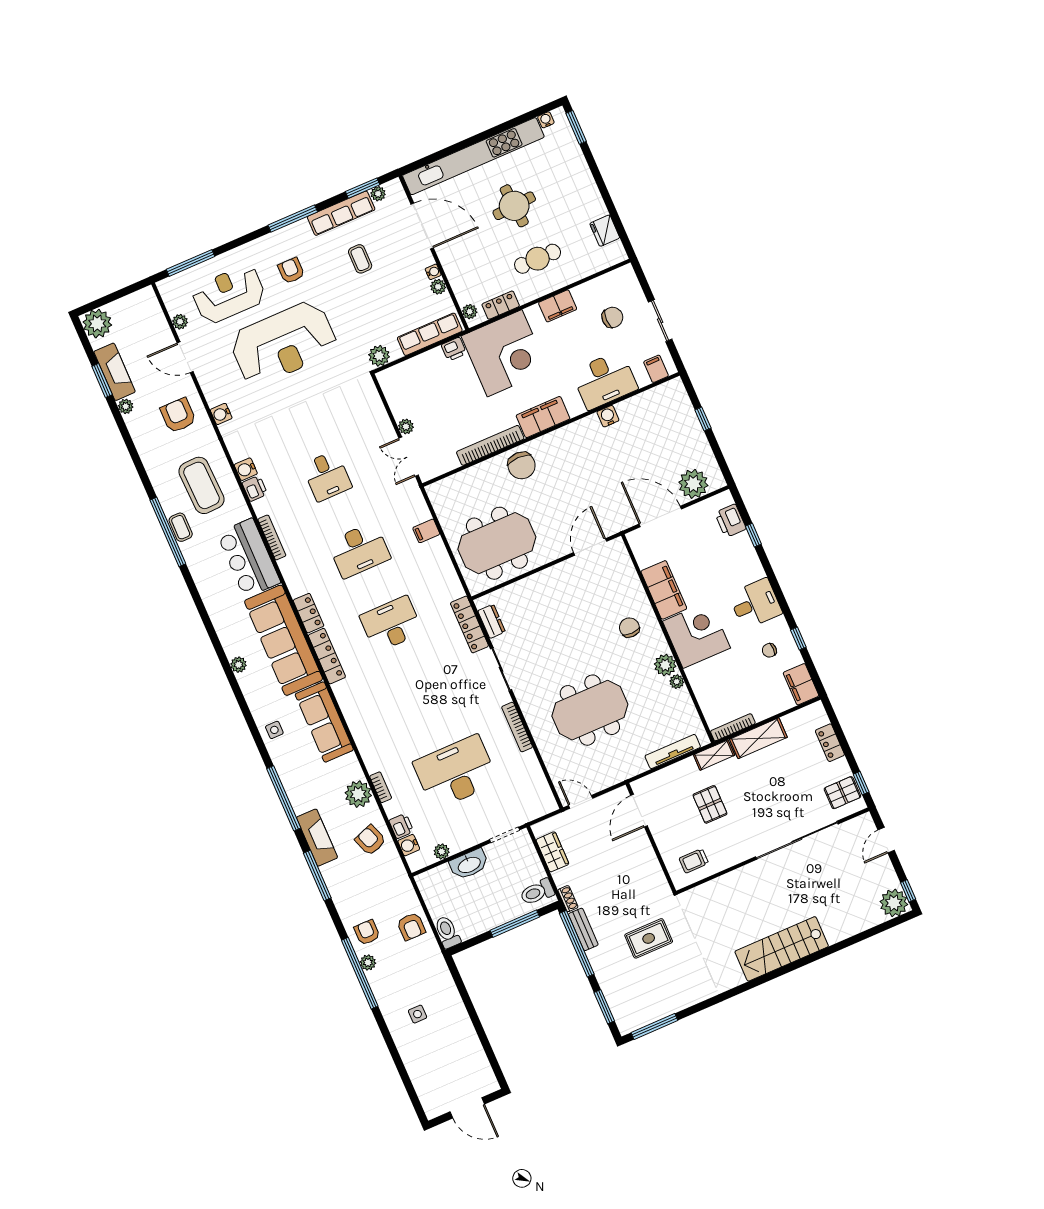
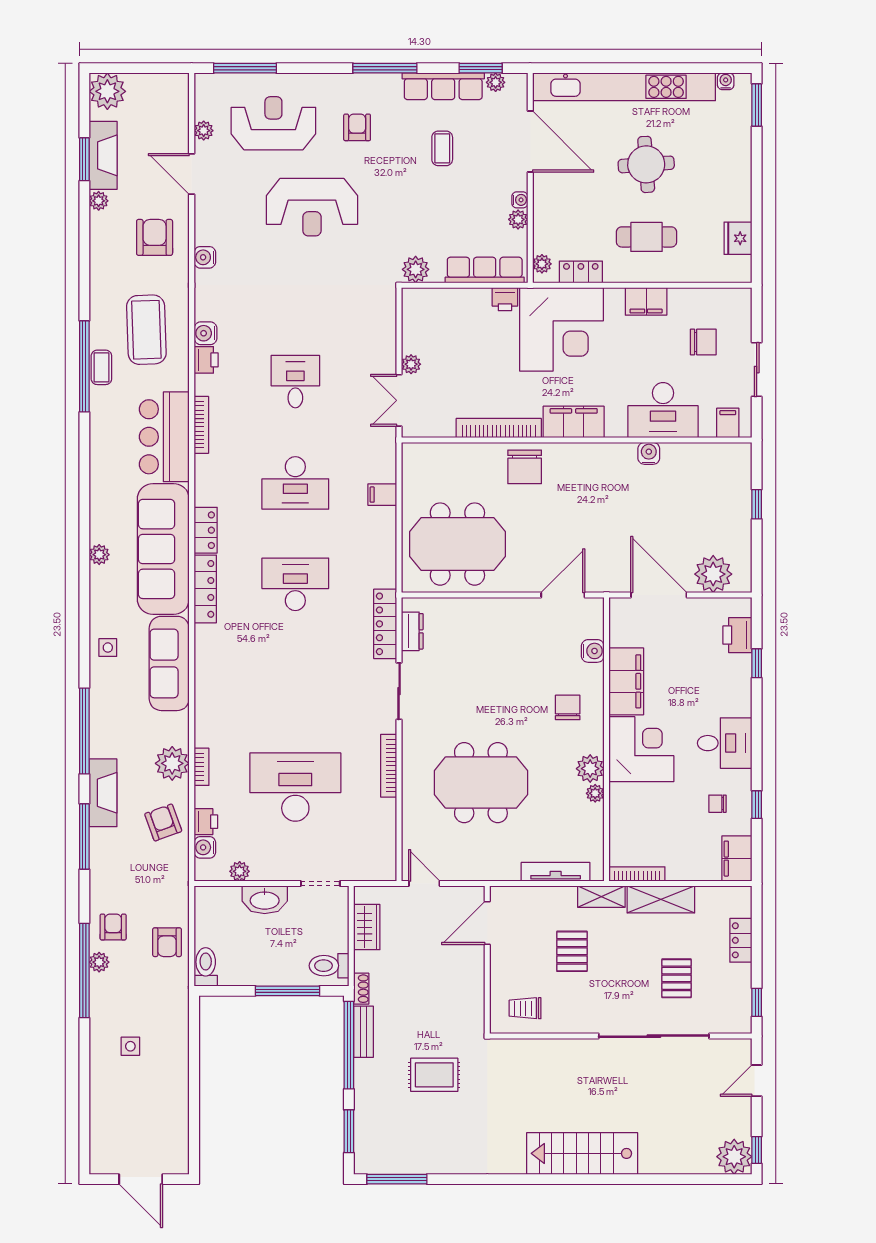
reception desk: (284, 343) -> (312, 207), width x0.74, depth x0.77
desk: (327, 476) -> (295, 382), turned 180
water cooler: (630, 578) -> (593, 651), added
pallet: (842, 793) -> (677, 978), moved, turned 90

